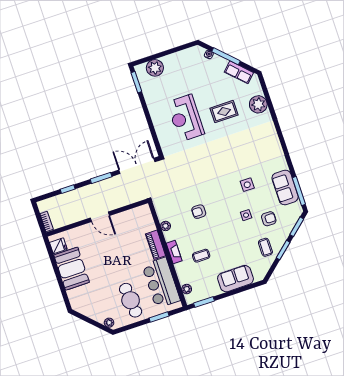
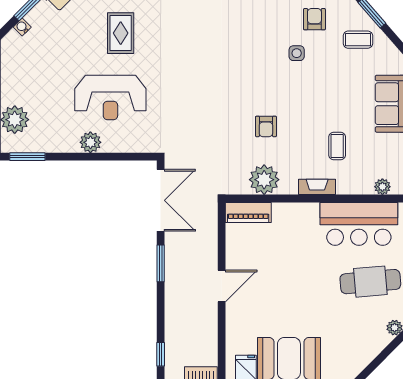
plant: (156, 115) -> (90, 142), added
double door: (137, 166) -> (161, 200), swing flipped
side table: (247, 185) -> (249, 35), removed
window: (68, 189) -> (161, 354), moved
plant: (166, 226) -> (264, 180), width x1.88, depth x1.88
piano: (156, 245) -> (248, 213), moved

